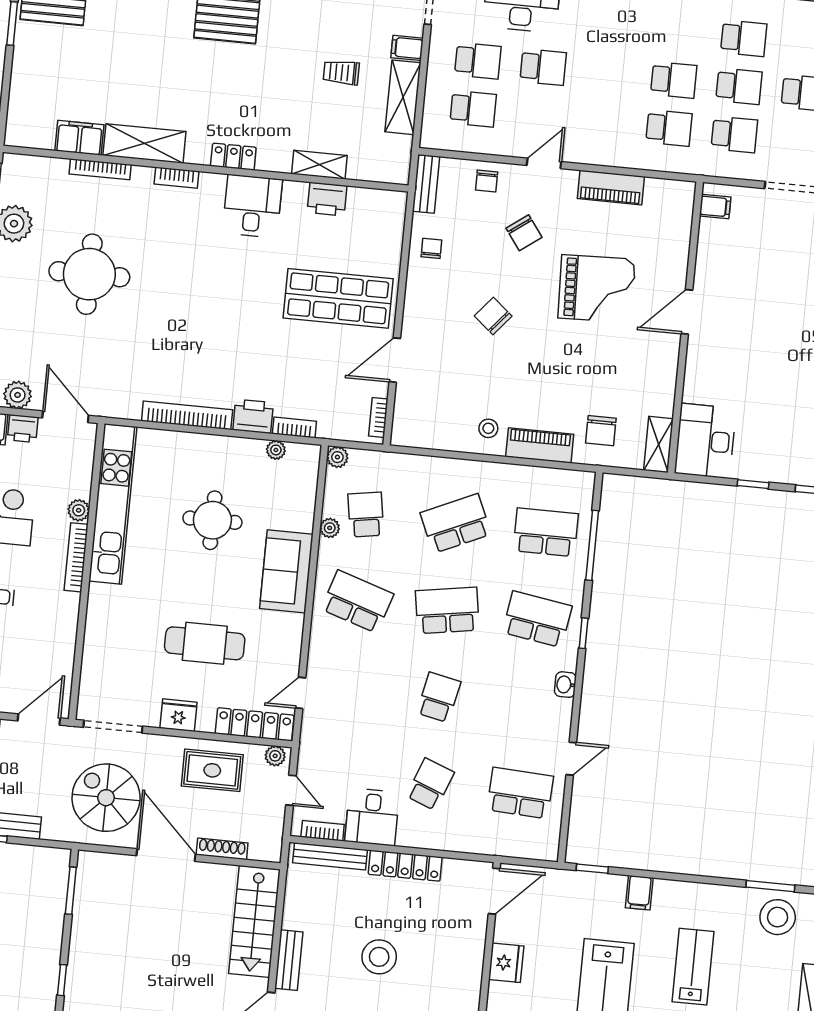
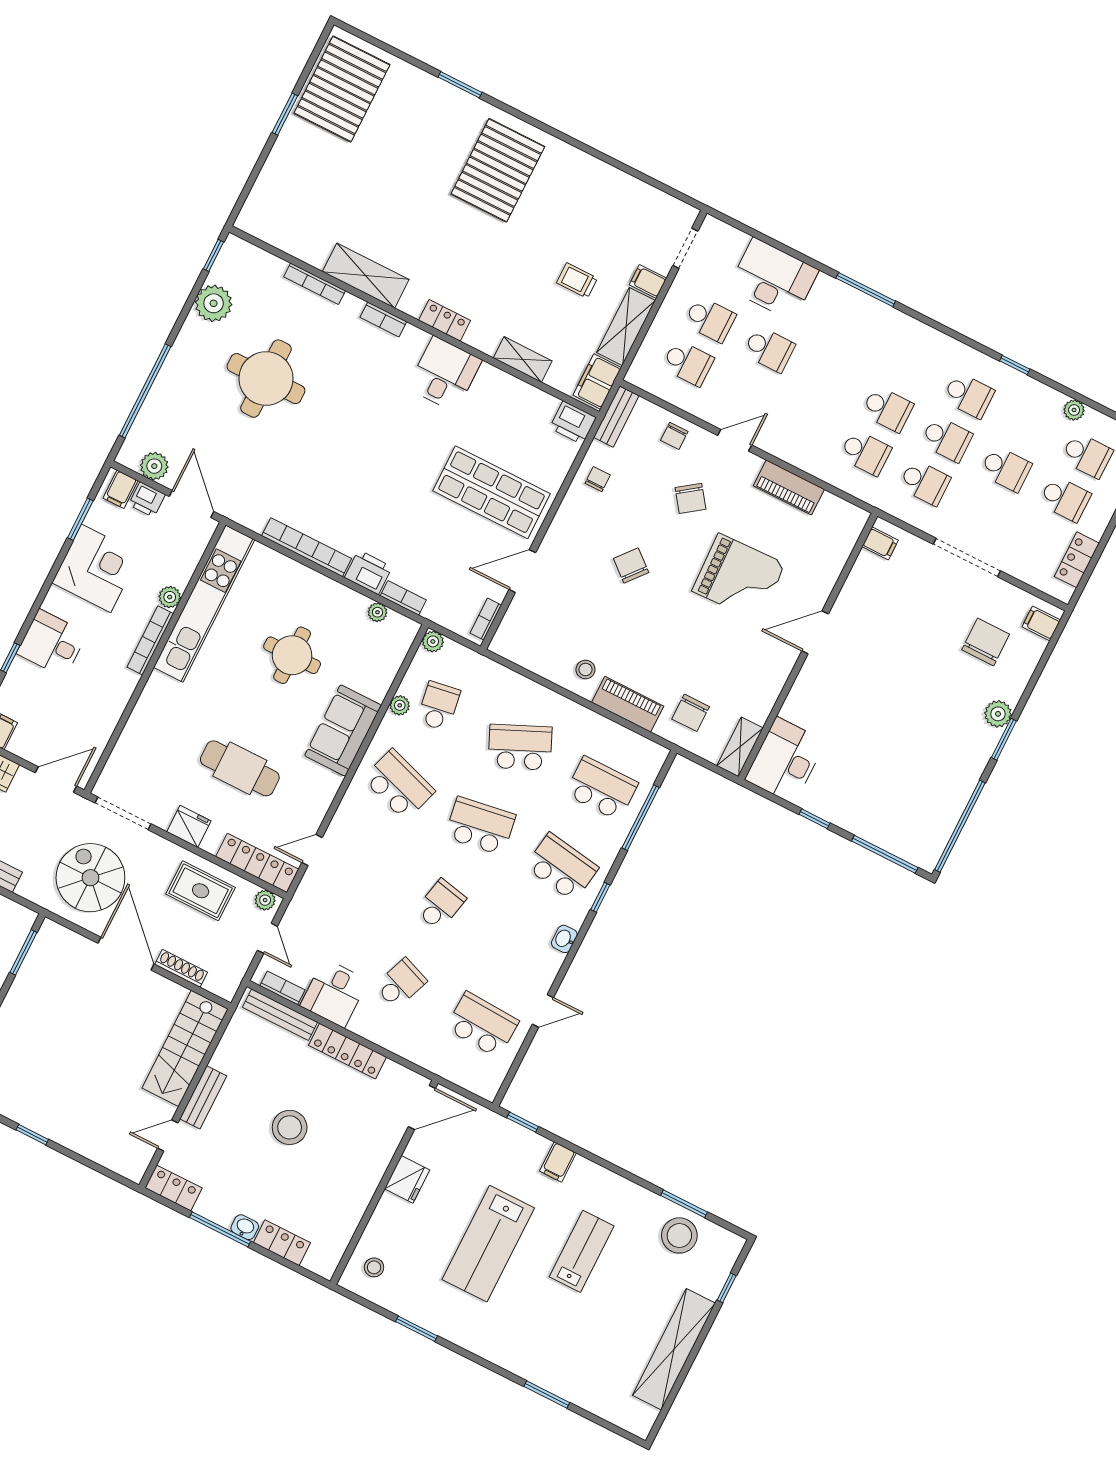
filing cabinet: (79, 138) -> (597, 381), moved, turned -90
printer: (327, 199) -> (573, 423), moved

